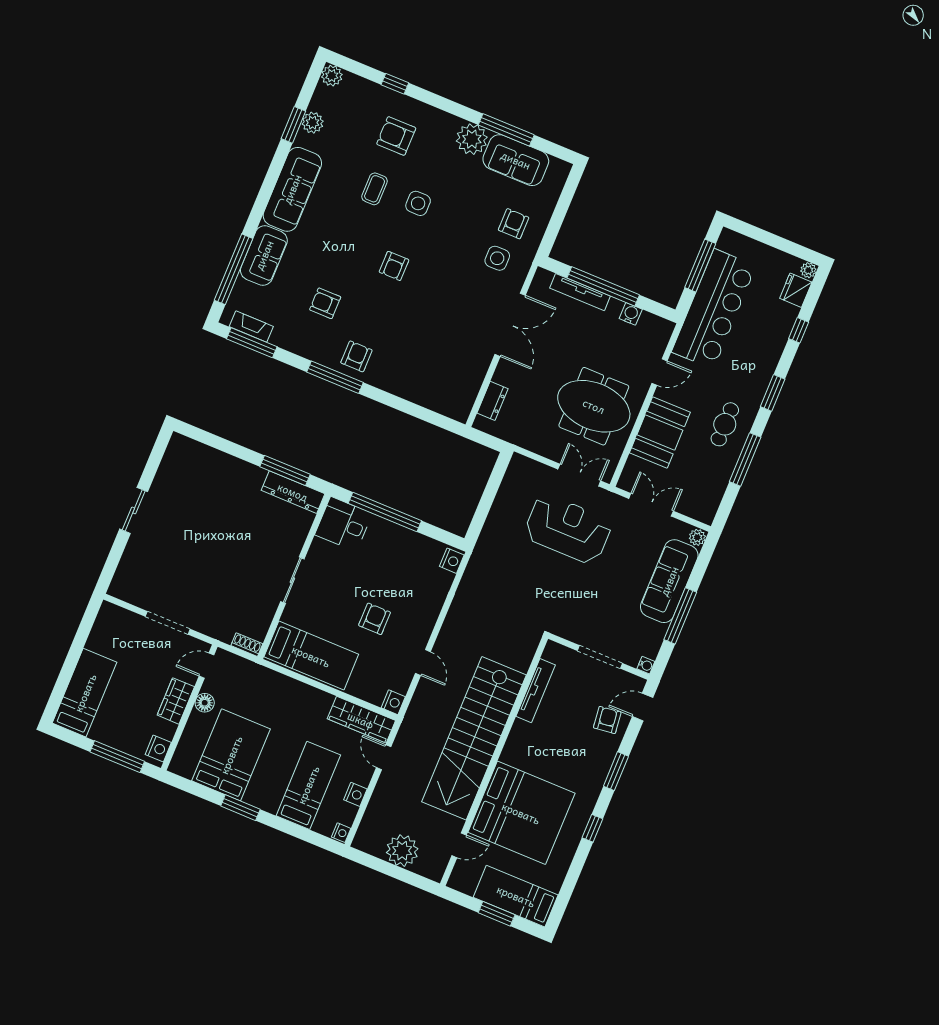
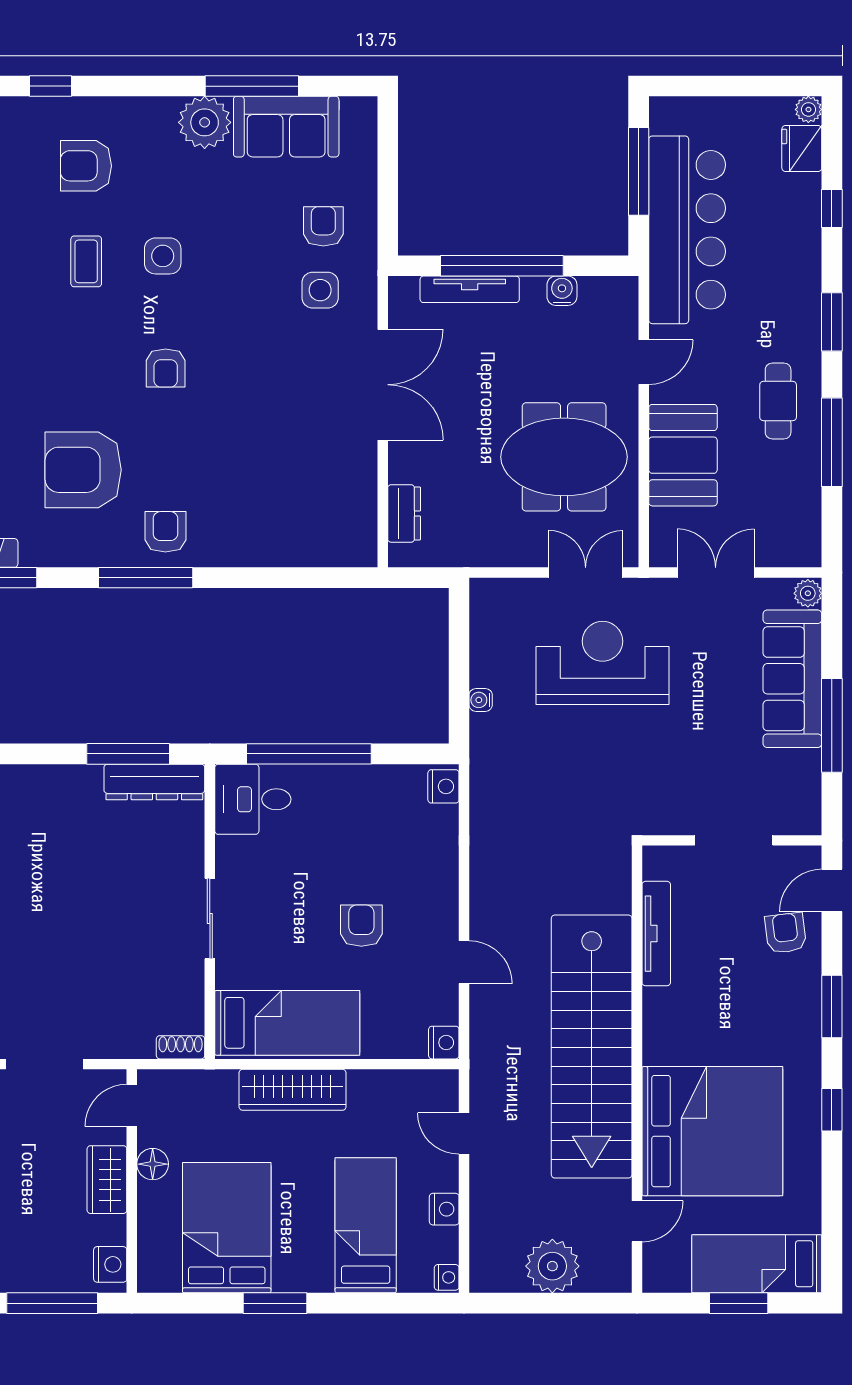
armchair: (325, 303) -> (83, 470), width x1.88, depth x1.88
water cooler: (646, 665) -> (481, 700), moved, turned 180
wardrobe: (361, 720) -> (293, 1090), moved

